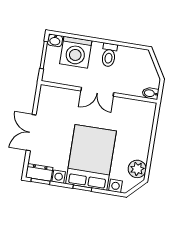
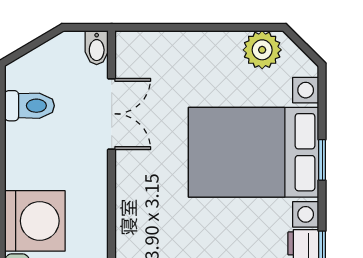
toilet: (109, 55) -> (29, 106), moved
double door: (97, 92) -> (112, 114), moved

